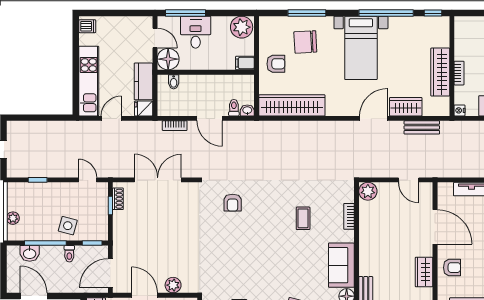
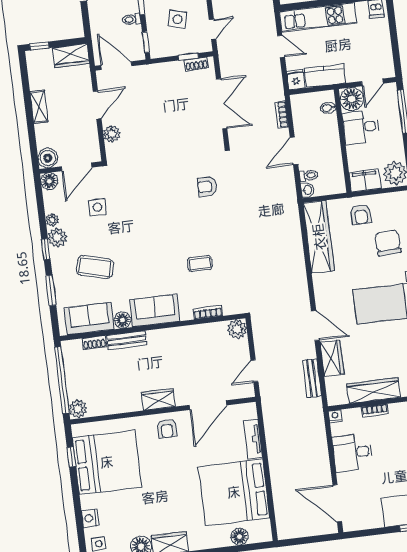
desk: (196, 32) -> (361, 127), moved, turned 180
filing cabinet: (245, 63) -> (365, 181), width x2.00
side table: (68, 226) -> (177, 19), moved

